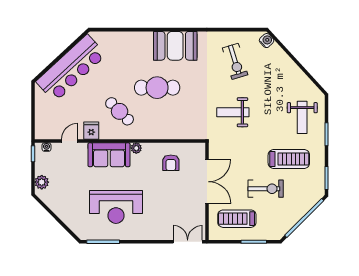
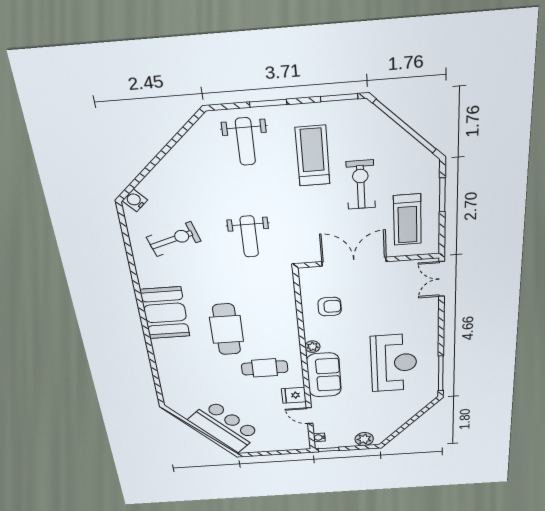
bar counter: (71, 68) -> (225, 427), width x0.73
cafe table: (120, 111) -> (265, 368), turned 45
weight bench: (302, 117) -> (245, 142), turned 90

